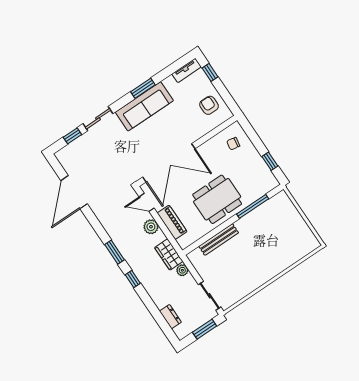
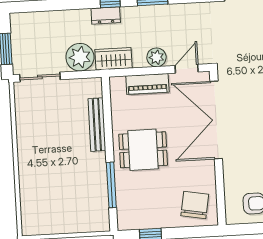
chair: (233, 144) -> (195, 205), width x1.87, depth x1.87
dining table: (217, 199) -> (143, 150), width x0.73
plant: (182, 270) -> (80, 57), width x1.88, depth x1.88
dresser: (170, 317) -> (106, 15), moved

